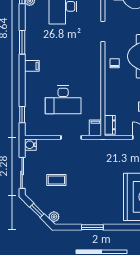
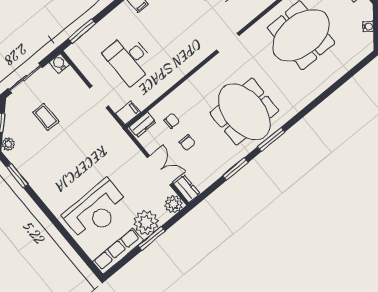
chair: (115, 63) -> (172, 121), moved
window: (22, 115) -> (82, 31), width x1.50
window: (92, 227) -> (17, 176), moved

